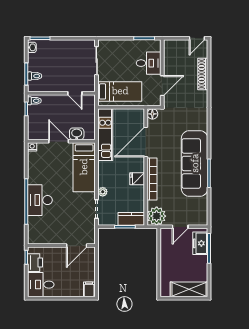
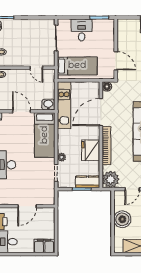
desk: (149, 63) -> (82, 30), moved, turned -90
door: (162, 86) -> (116, 61), hinge flipped
washbasin: (77, 134) -> (48, 105), moved
fridge: (137, 179) -> (91, 150), width x1.88, depth x1.34
door: (77, 246) -> (27, 206), moved
boiler: (169, 260) -> (122, 219), added
filing cabinet: (89, 289) -> (44, 246), width x2.00

